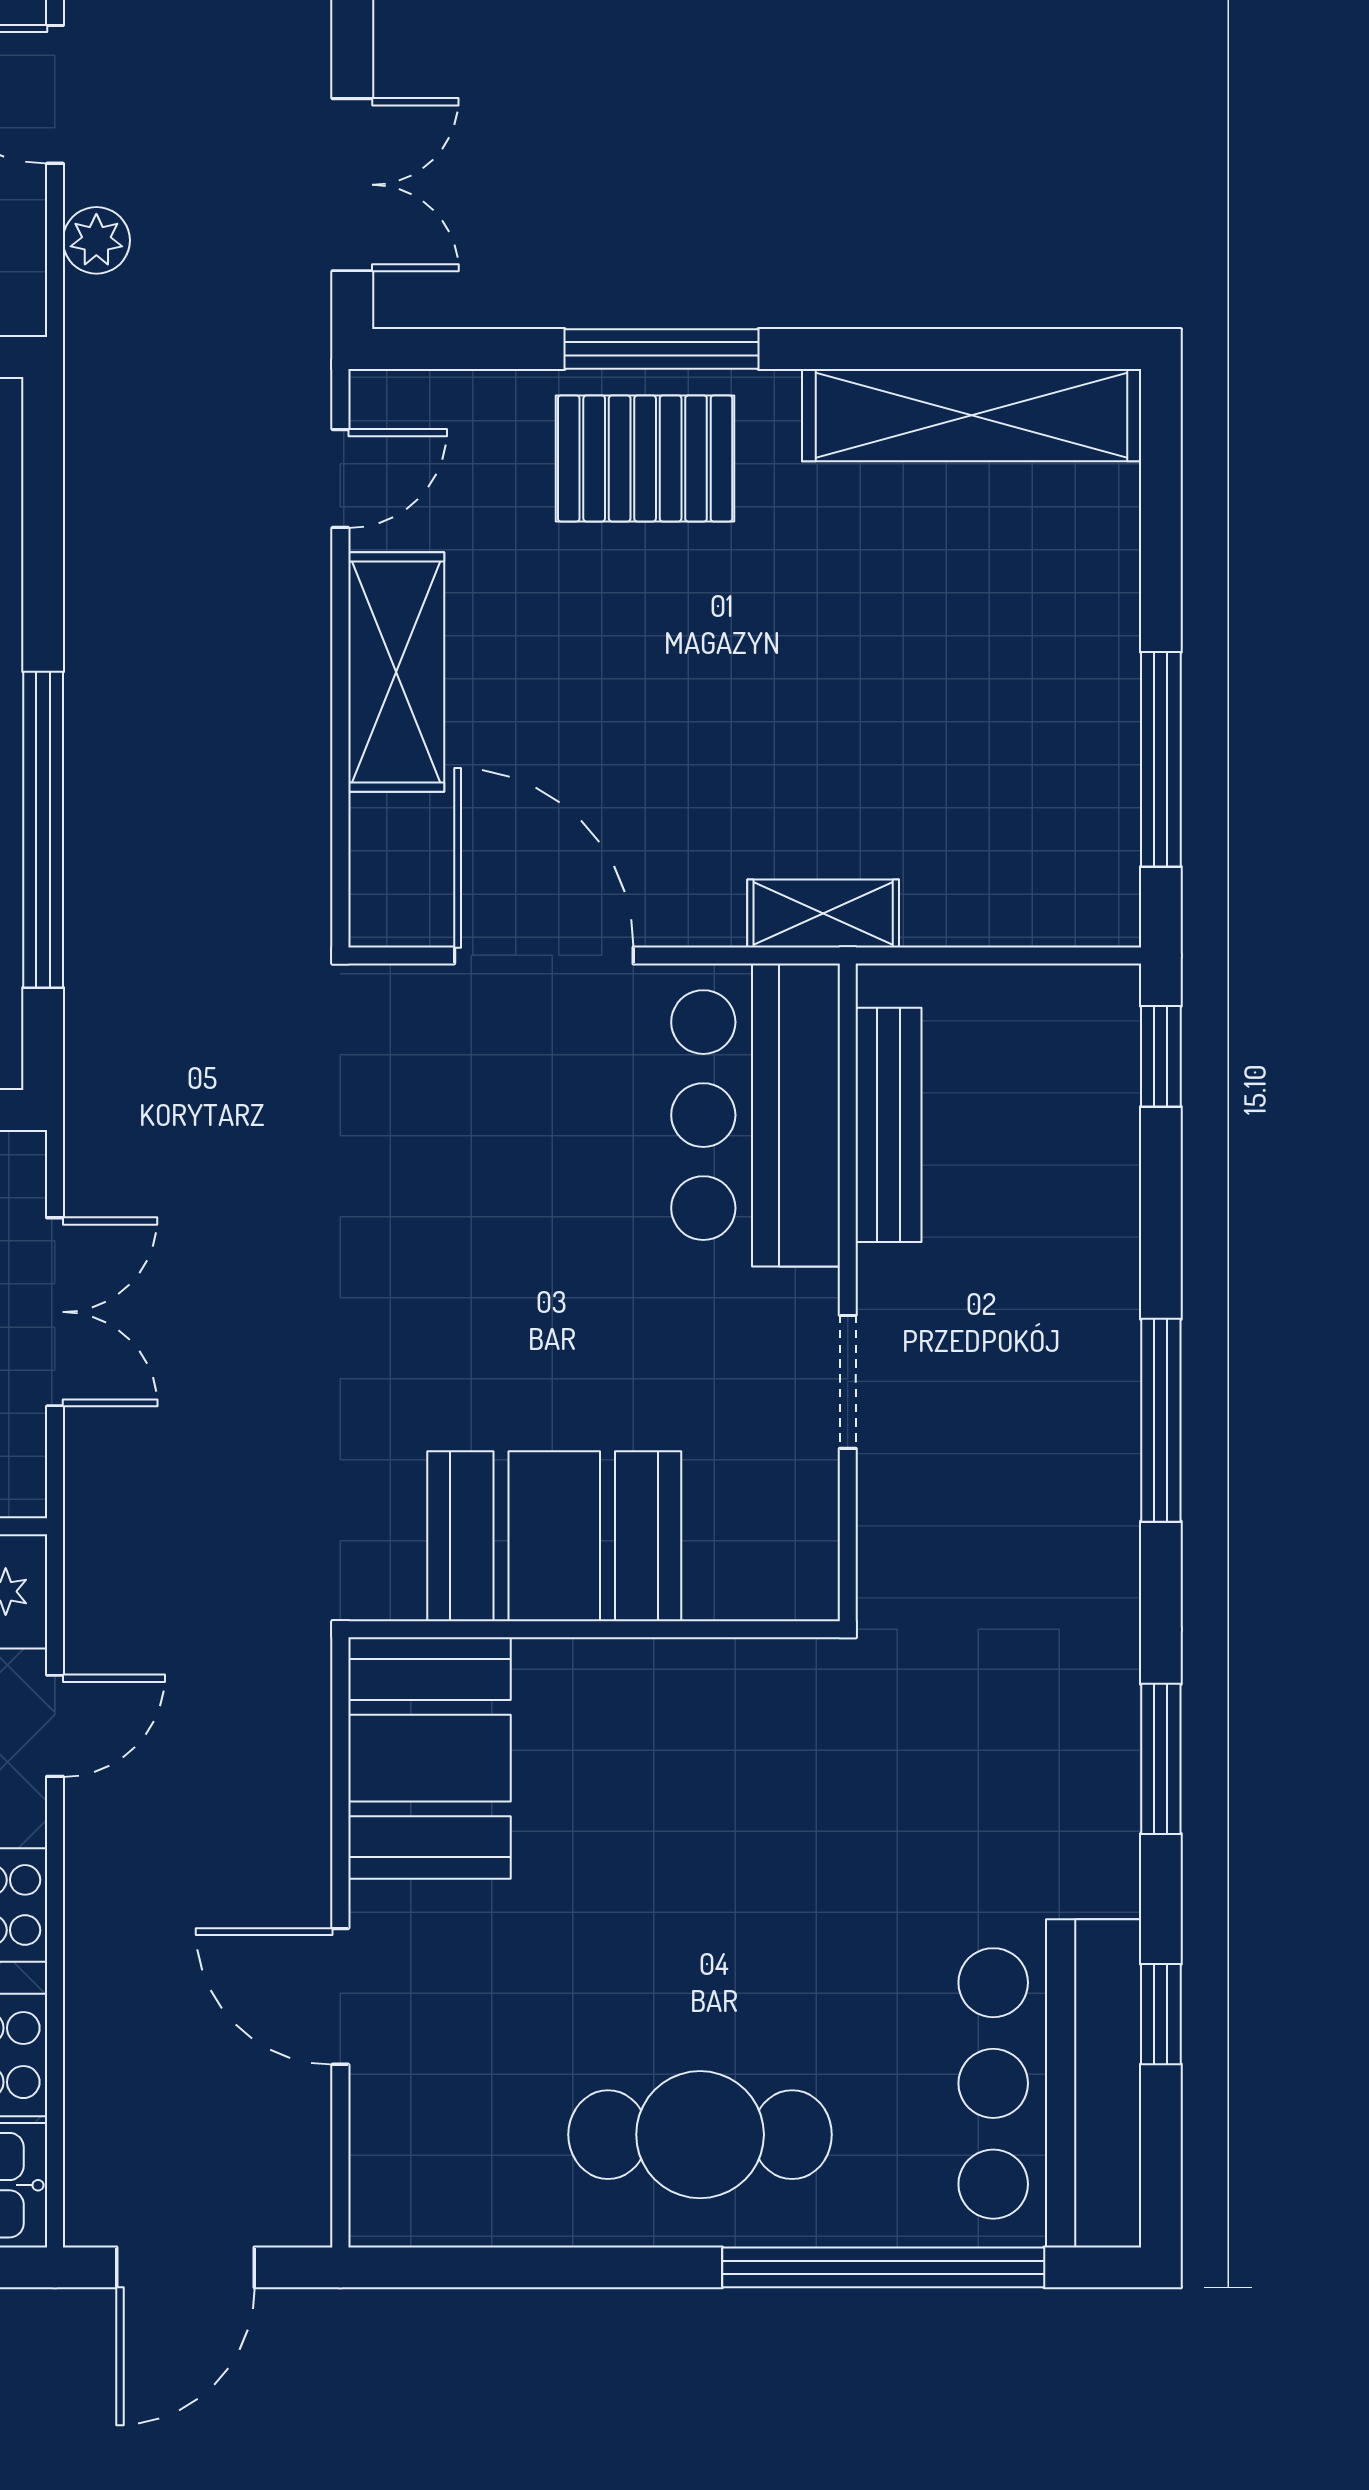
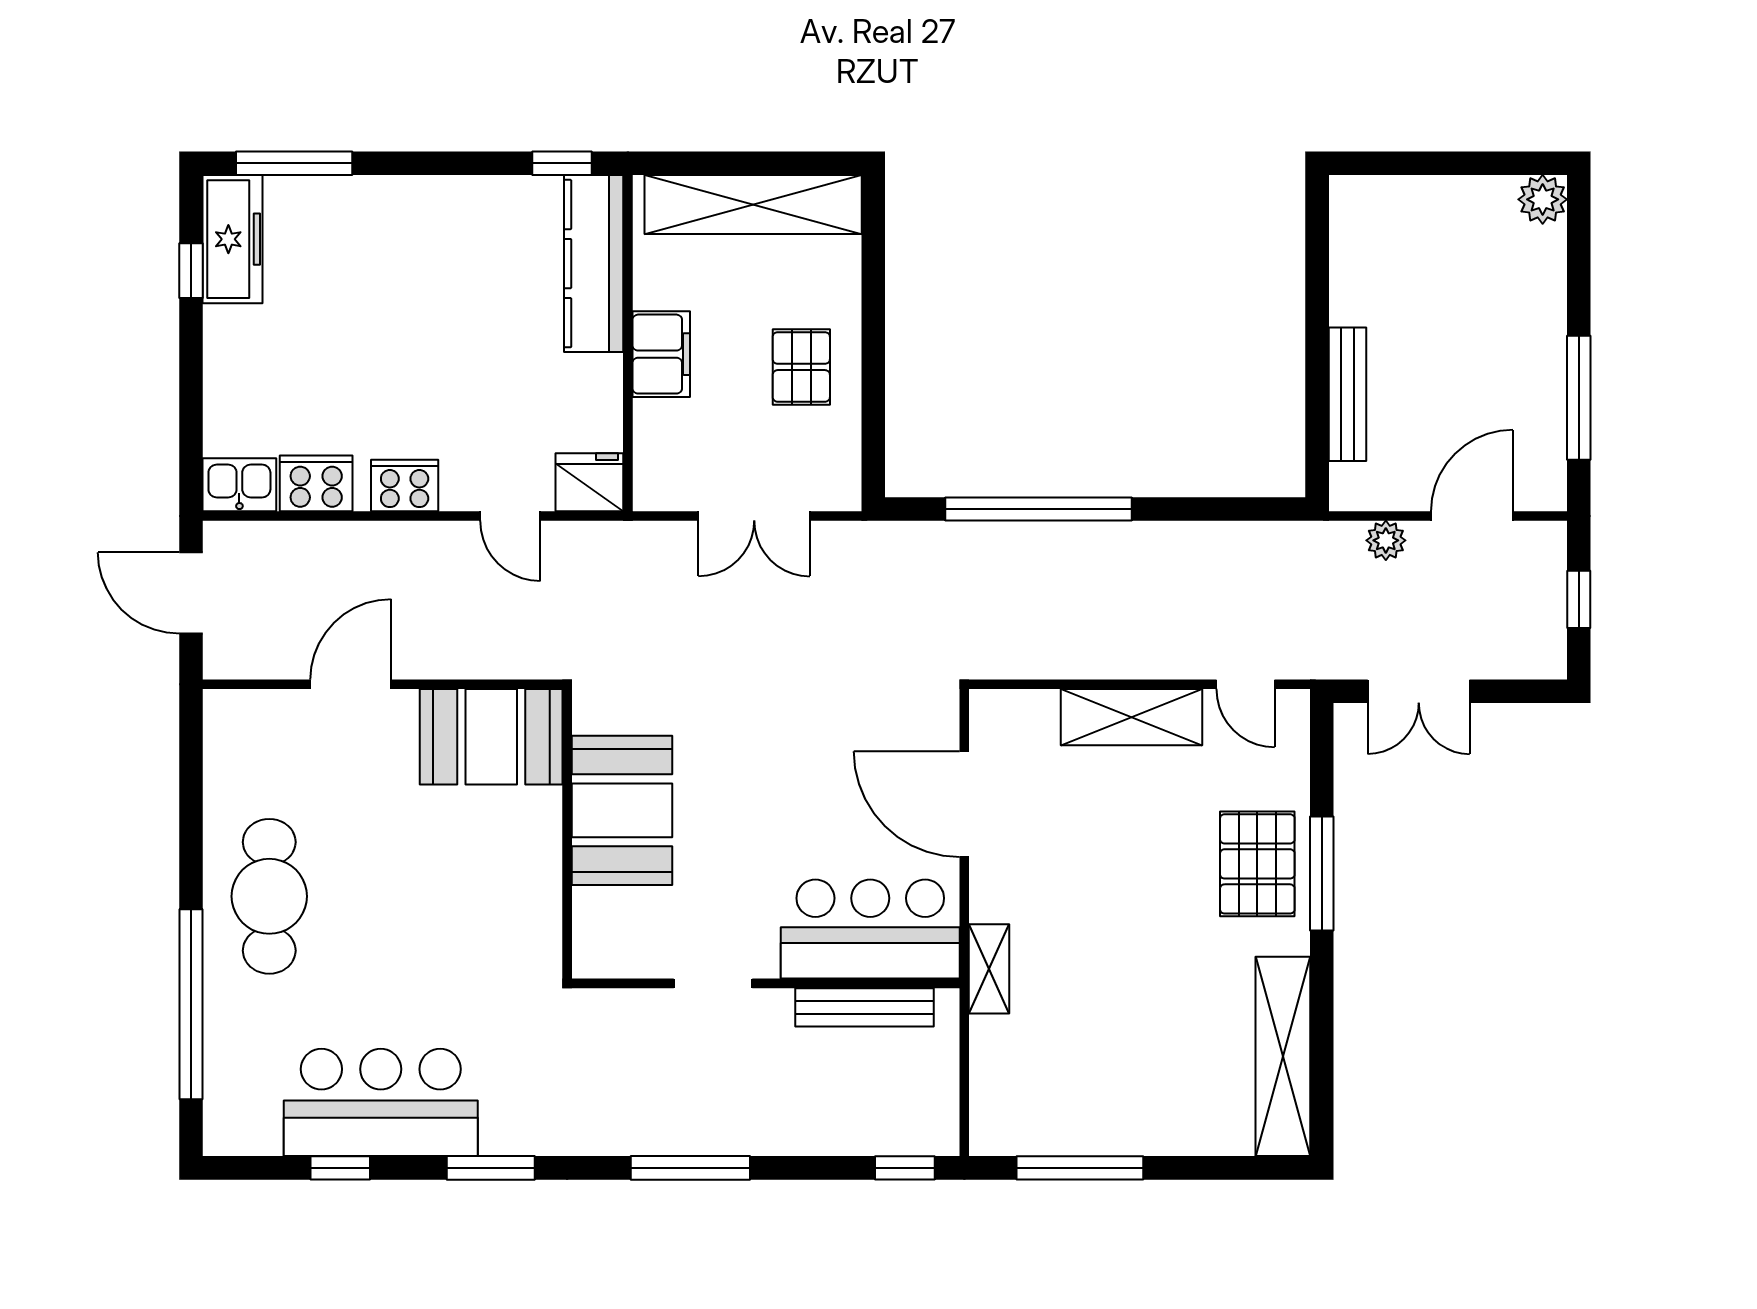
door: (544, 955) -> (964, 804), swing flipped
bar counter: (1050, 2083) -> (381, 1102), moved

